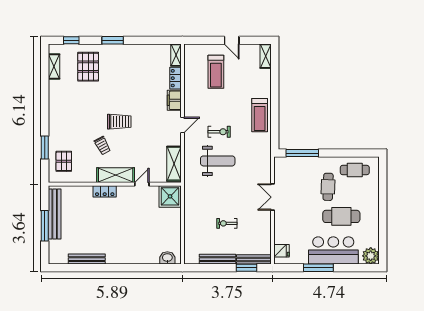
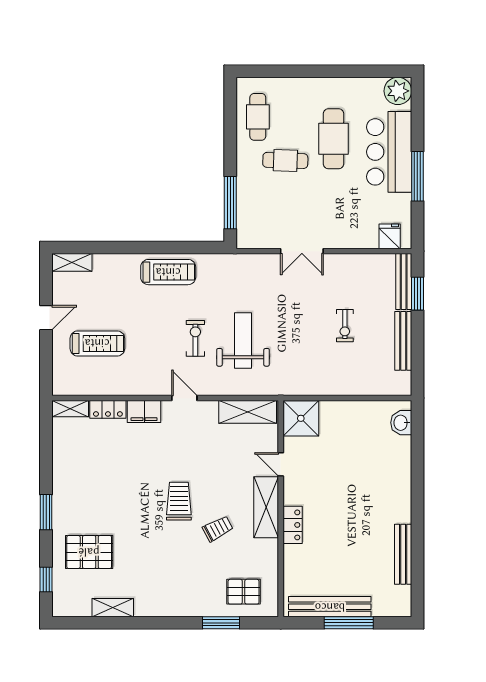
shelving: (54, 67) -> (113, 608), moved

